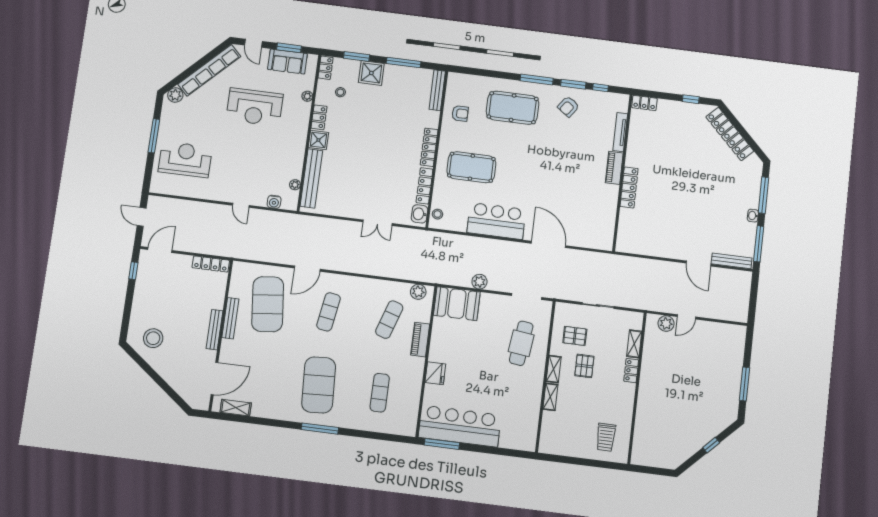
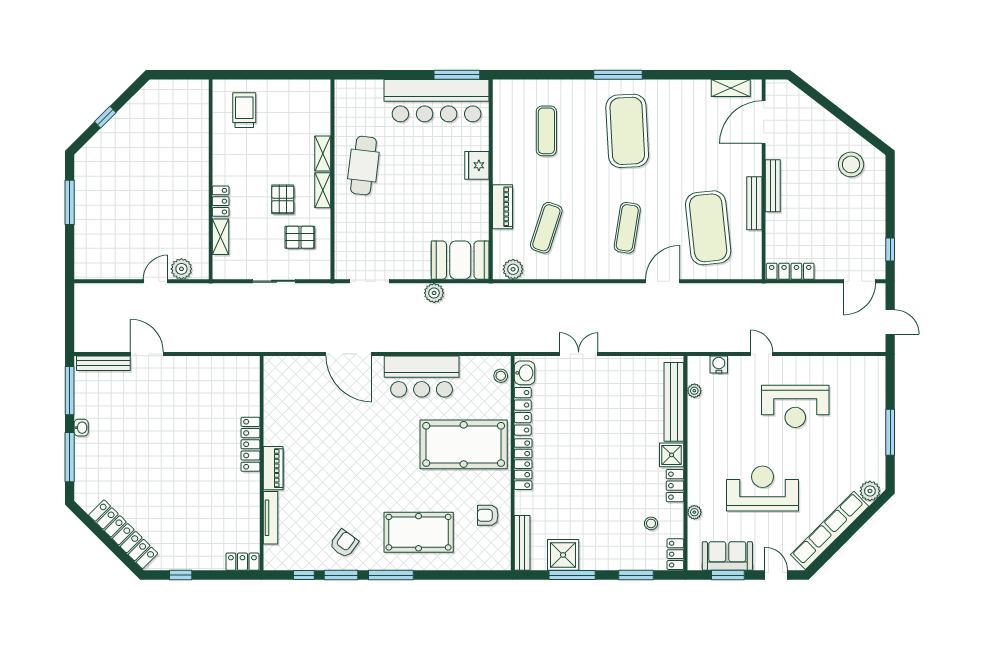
shower: (371, 73) -> (563, 555), moved
reception desk: (185, 159) -> (795, 406), moved
pool table: (471, 167) -> (464, 444), width x1.36, depth x1.32
cafe table: (521, 343) -> (363, 166), moved

